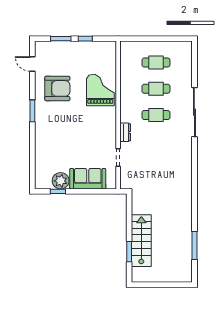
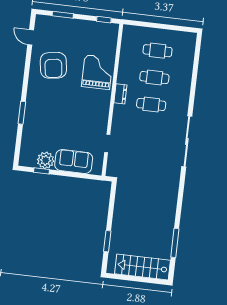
window: (85, 39) -> (104, 20), moved
armchair: (57, 88) -> (53, 65), turned 82
window: (32, 111) -> (22, 113), moved
sliding door: (194, 112) -> (187, 141), moved
dresser: (125, 132) -> (120, 94), moved
stairs: (141, 241) -> (143, 267), moved, turned -90

